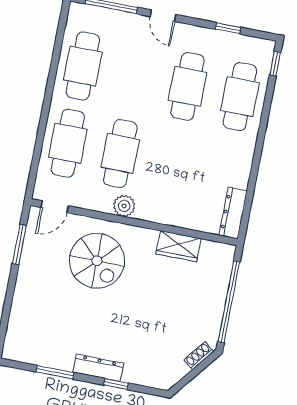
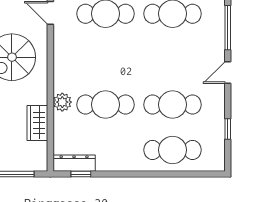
window: (275, 64) -> (81, 174), moved
cafe table: (120, 153) -> (106, 105), moved
plant: (124, 206) -> (62, 102), moved

